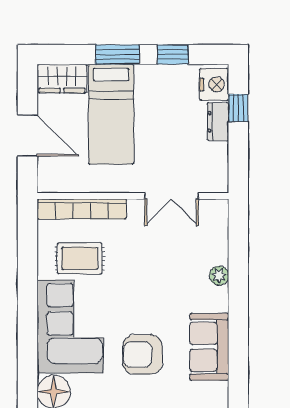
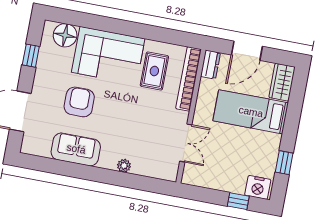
window: (117, 54) -> (291, 124), removed
dresser: (218, 122) -> (210, 65), moved, turned 90
double door: (172, 196) -> (186, 143), swing flipped

